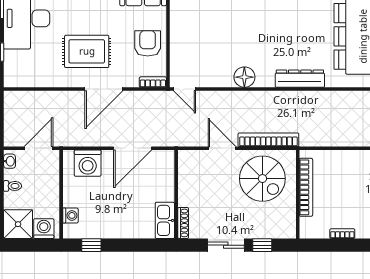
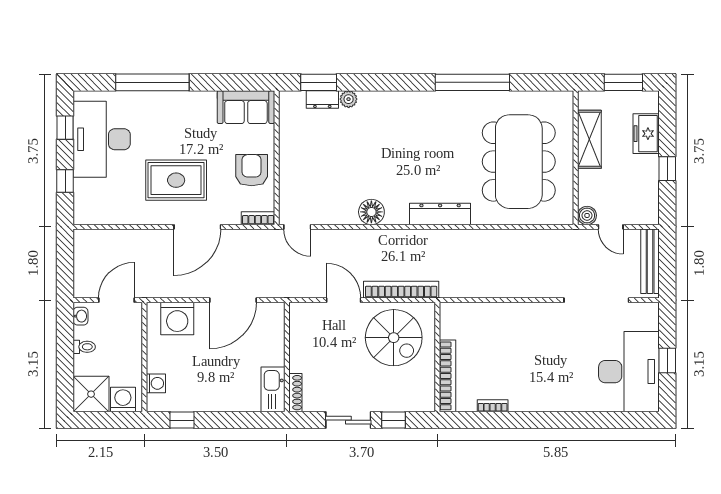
bookcase: (306, 187) -> (448, 376), moved

